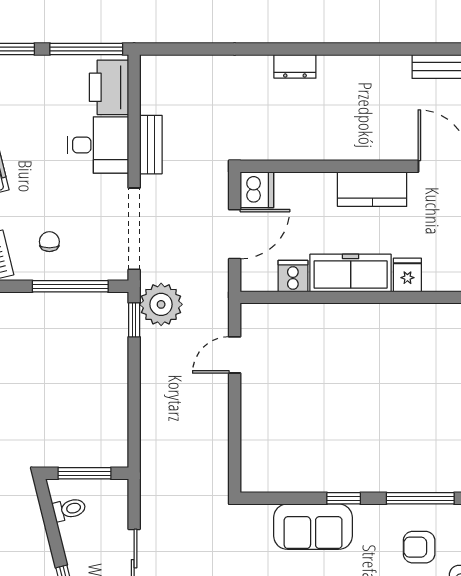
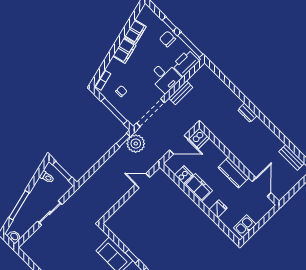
chair: (39, 77) -> (167, 39), added
freezer: (351, 273) -> (198, 188), width x0.71

